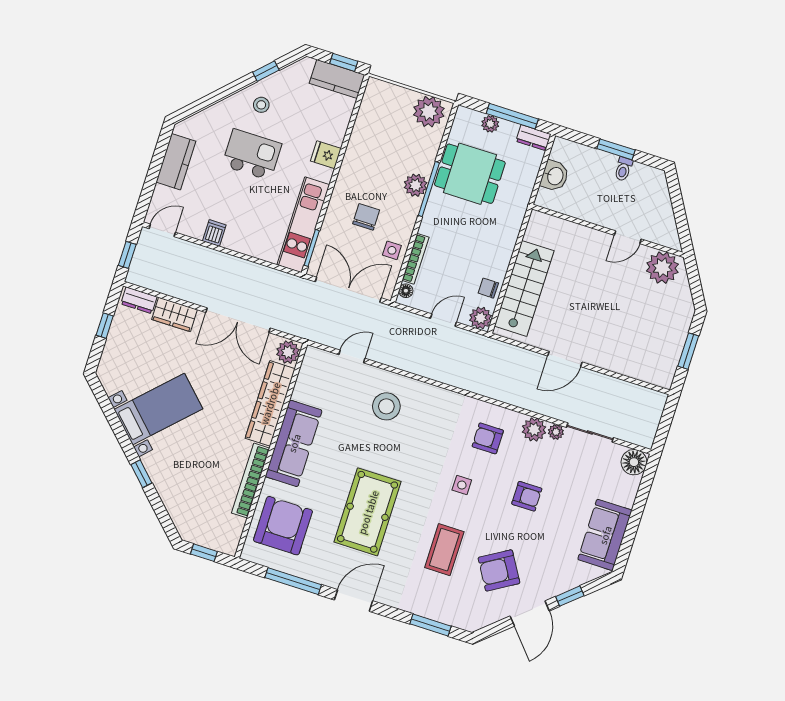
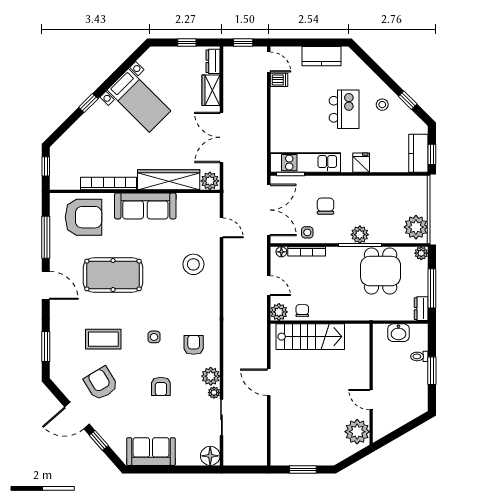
plant: (490, 124) -> (421, 253), moved
toilet: (623, 169) -> (419, 356), moved
chair: (366, 217) -> (325, 206), turned -90
dishwasher: (214, 233) -> (279, 80), moved

